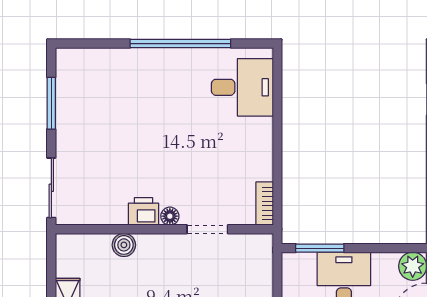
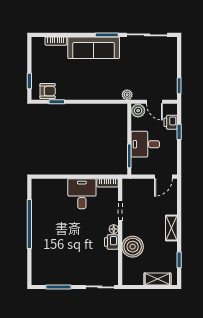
desk: (242, 87) -> (82, 194), moved
boiler: (124, 245) -> (133, 247), width x1.86, depth x1.86

